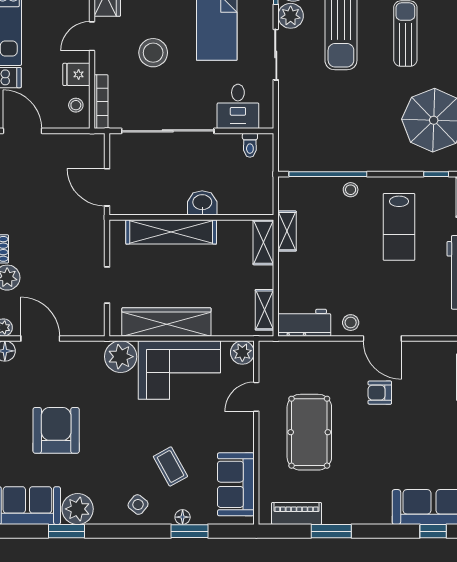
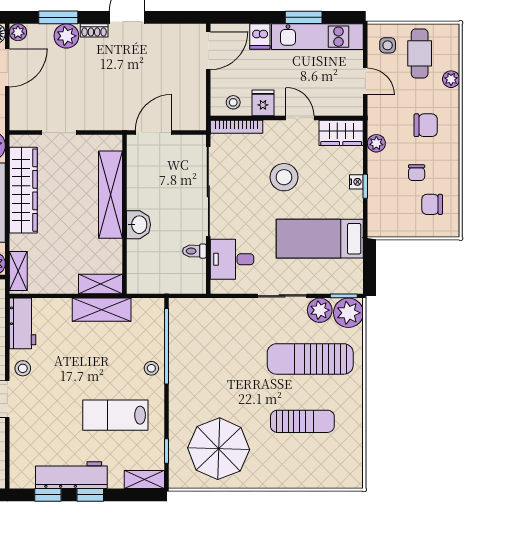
toilet: (250, 145) -> (194, 251), moved
shelving: (287, 231) -> (102, 310), width x1.50, depth x1.33
shelving: (264, 310) -> (18, 271), moved, turned 90

